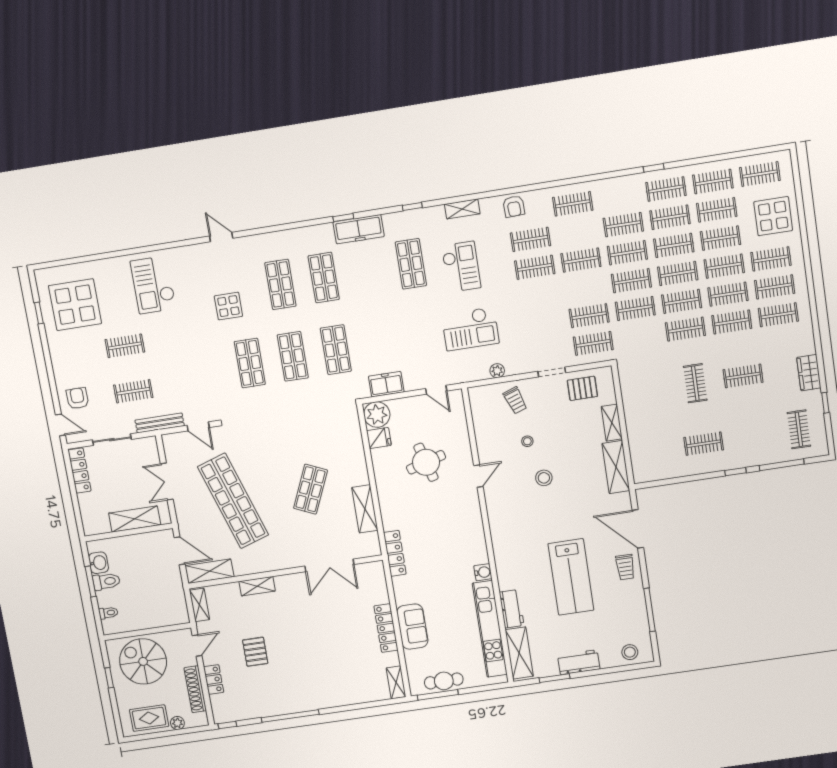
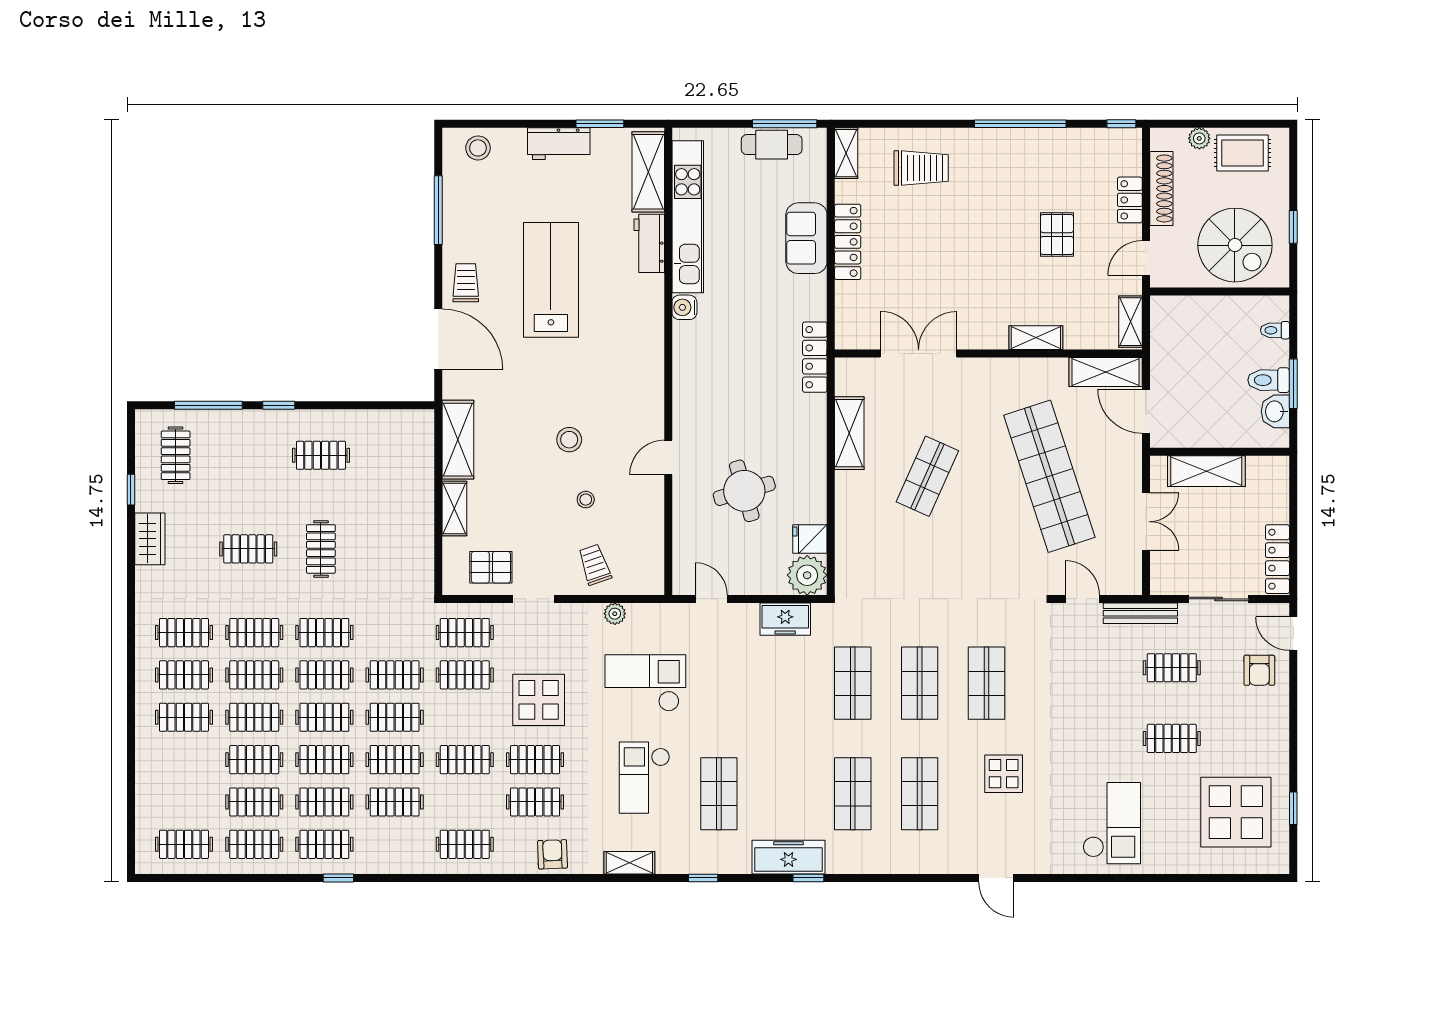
display table: (773, 216) -> (539, 700), moved
trolley: (347, 680) -> (921, 168), added

